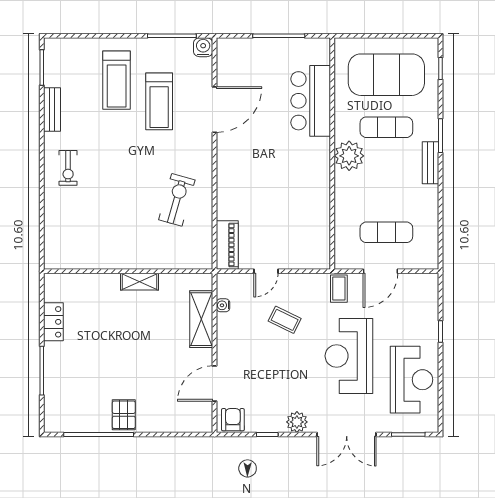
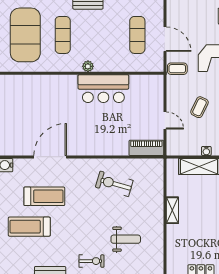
treadmill: (117, 80) -> (29, 227), turned 180
bar counter: (311, 101) -> (103, 89), moved
door: (215, 110) -> (50, 157), hinge flipped
plant: (349, 156) -> (88, 66), width x0.53, depth x0.53
weight bench: (99, 216) -> (126, 239), added
water cooler: (223, 305) -> (206, 151), moved

